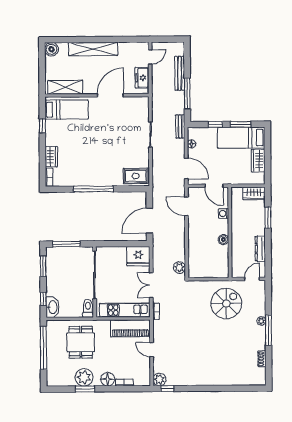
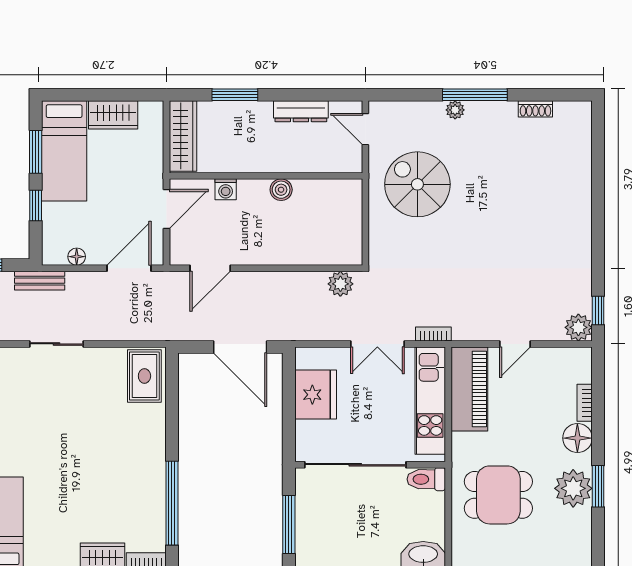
window: (93, 189) -> (172, 503), moved
wardrobe: (254, 193) -> (183, 136), width x1.50
fridge: (138, 256) -> (316, 395), moved

